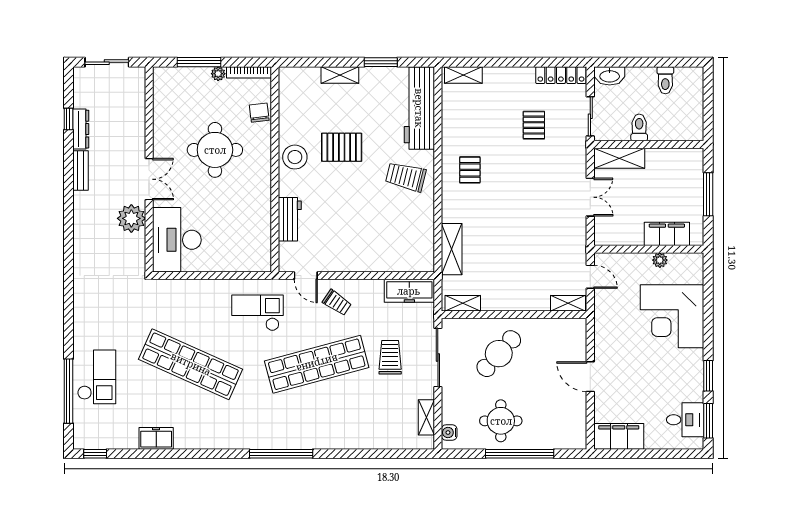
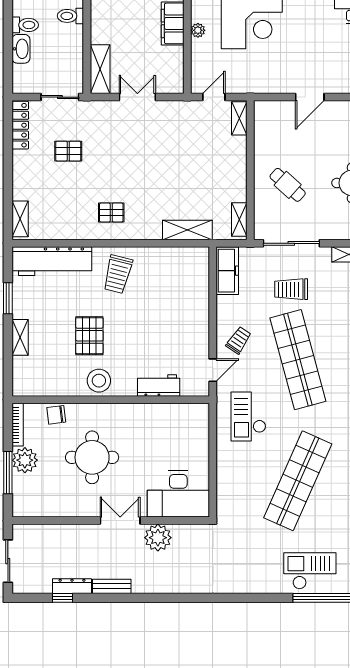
plant: (218, 74) -> (25, 460), width x1.88, depth x1.88
washbasin: (610, 76) -> (21, 49), moved
toilet: (639, 127) -> (70, 16), moved
cafe table: (499, 354) -> (288, 185), width x0.73, depth x0.74

